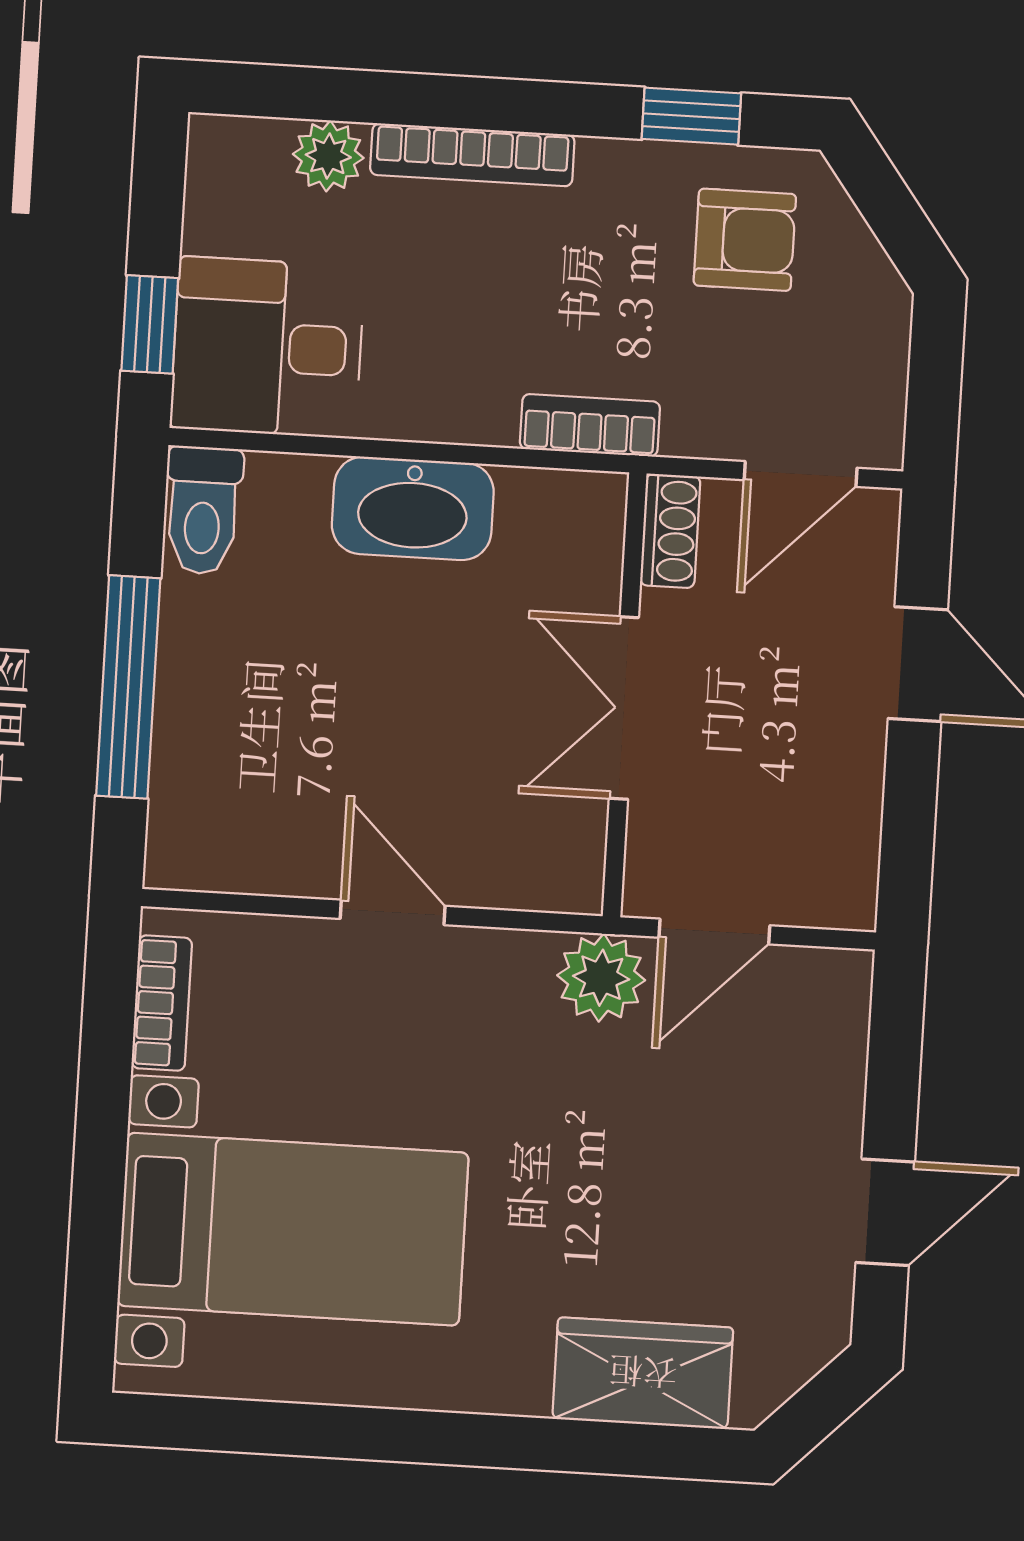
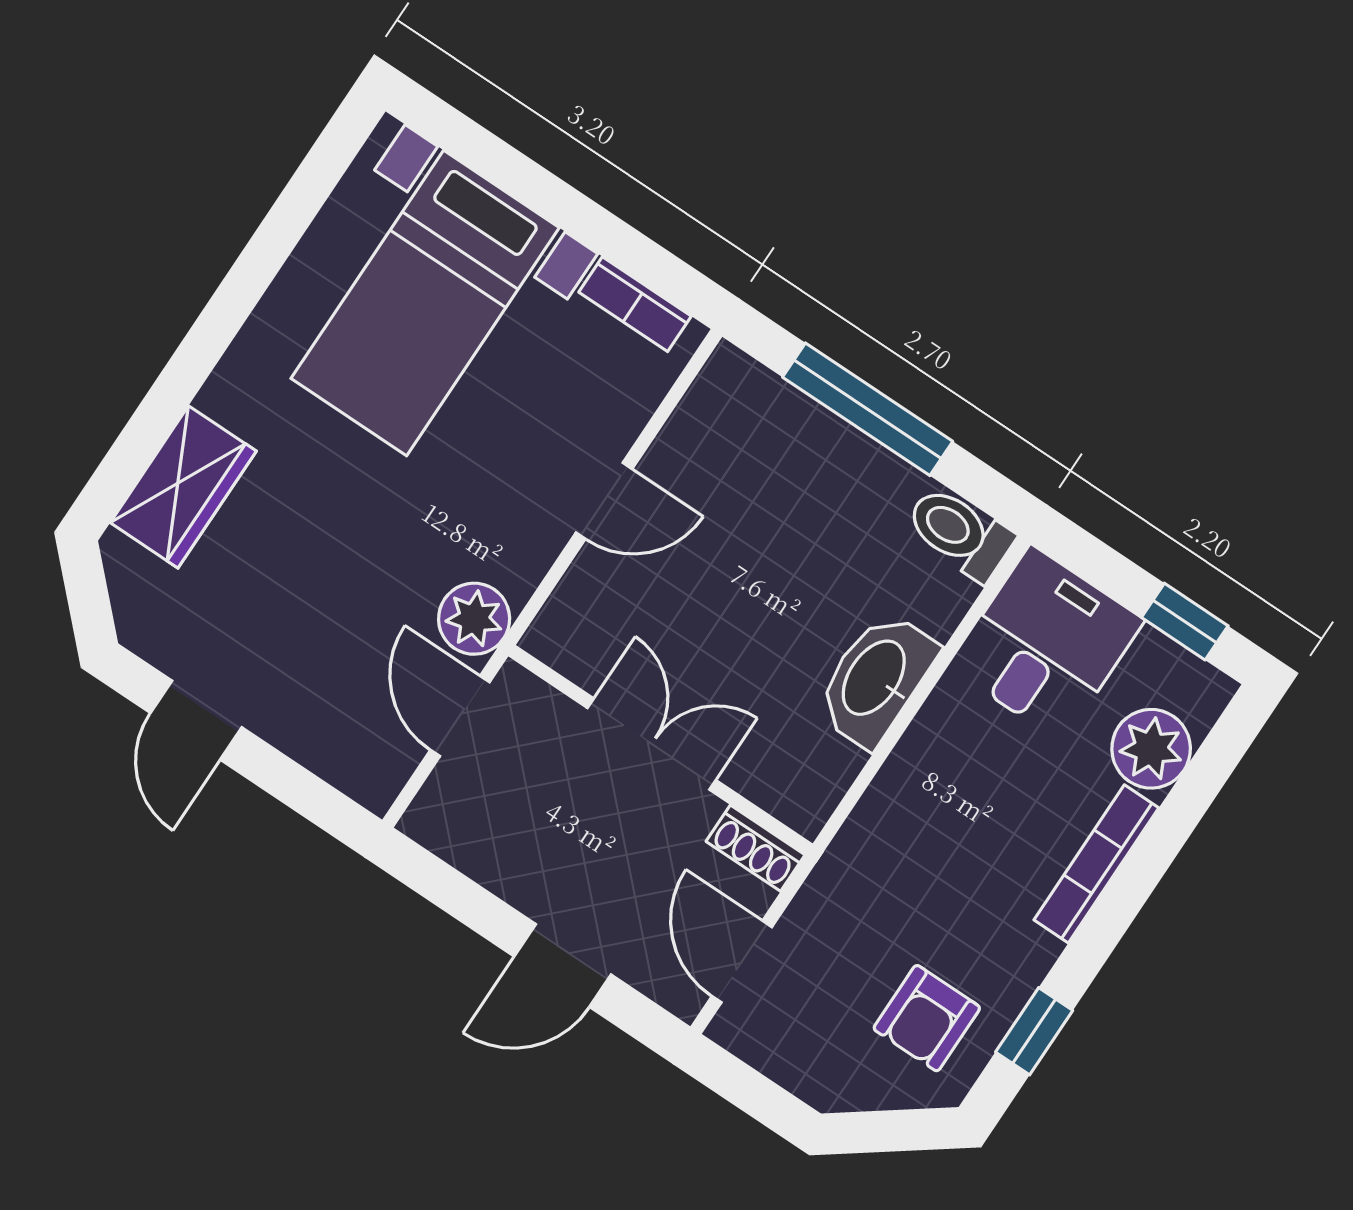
plant: (328, 156) -> (1151, 749), width x1.38, depth x1.38
window: (150, 324) -> (1185, 622), moved
bookcase: (590, 425) -> (861, 835), removed

